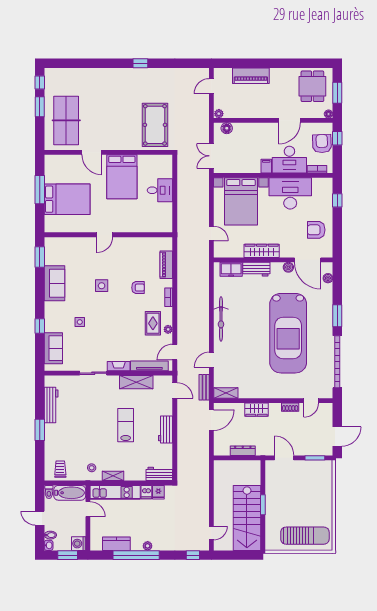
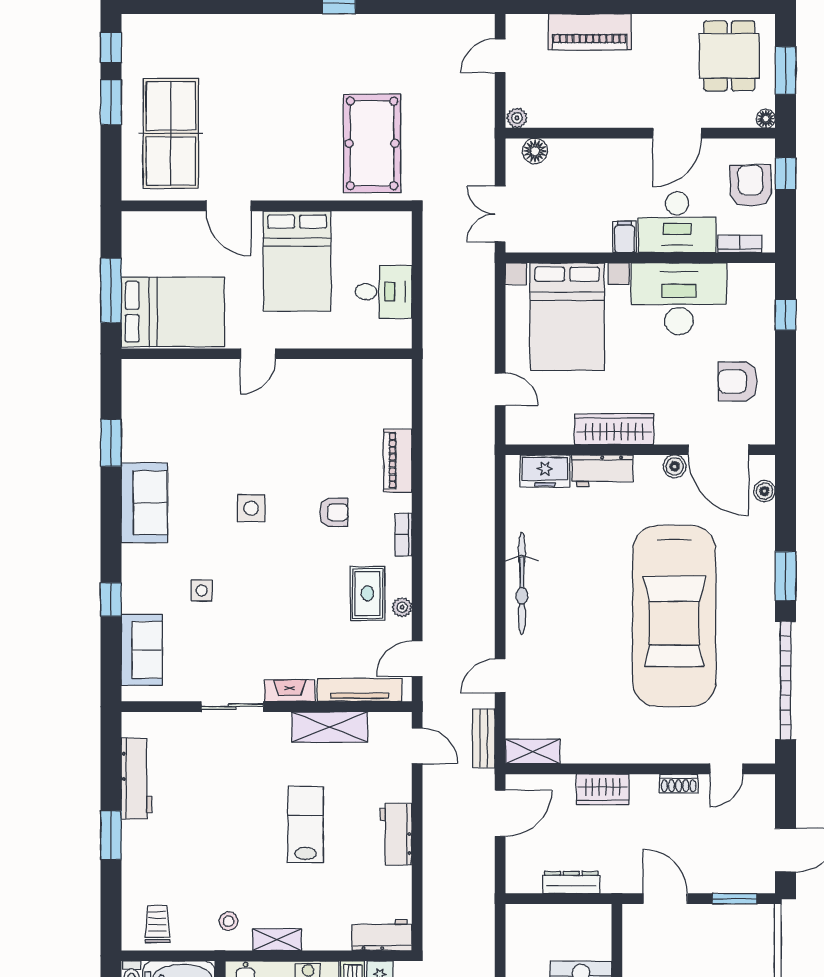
door: (105, 235) -> (258, 354), moved
wall: (108, 235) -> (267, 354), moved

